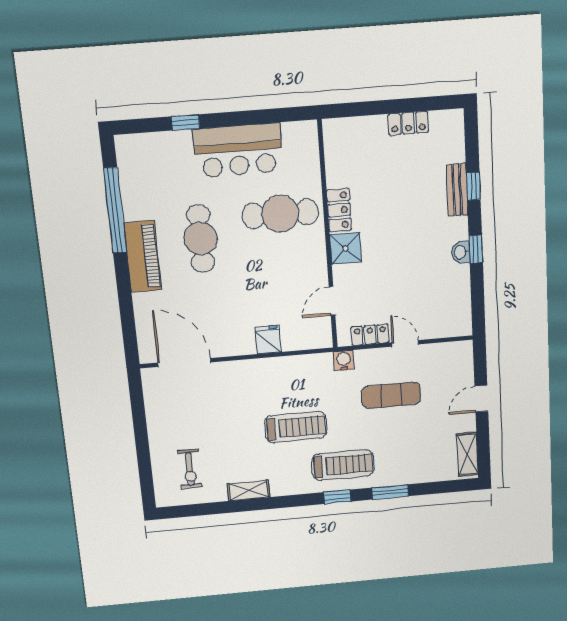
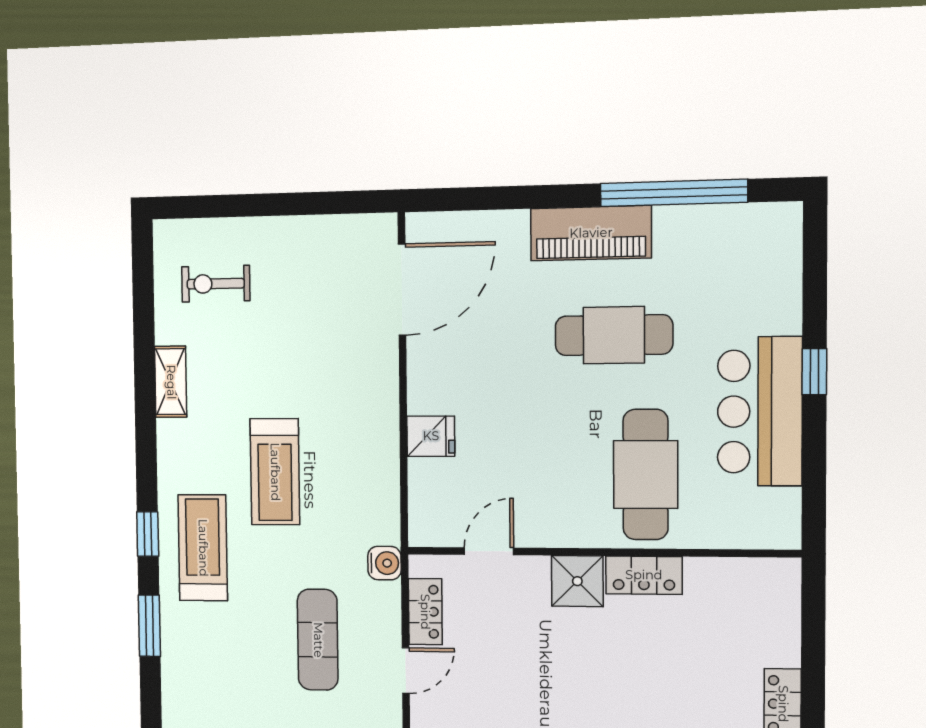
window: (186, 122) -> (814, 372), moved
door: (332, 301) -> (489, 551), hinge flipped
treadmill: (343, 465) -> (203, 548), turned 180

